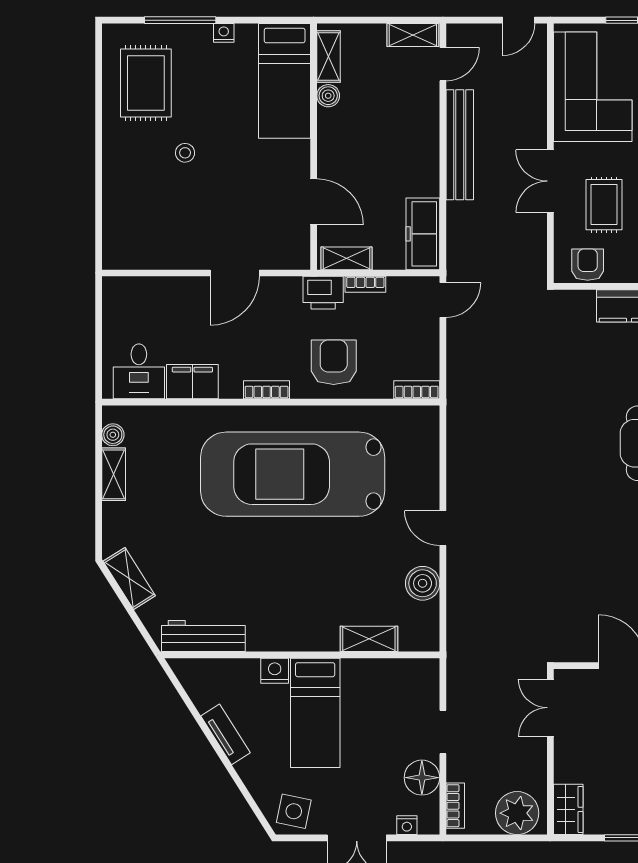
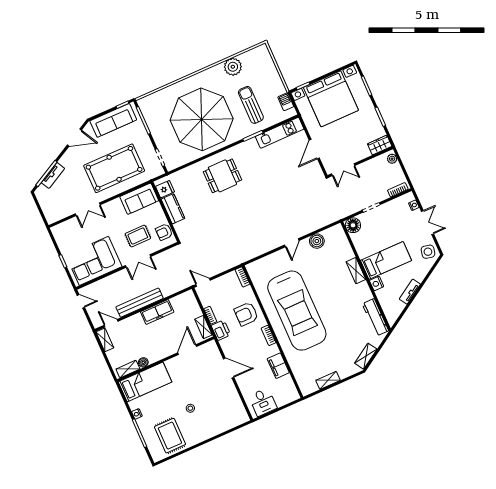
rug: (146, 83) -> (170, 436), turned 90
freezer: (423, 234) -> (157, 312), moved
desk: (139, 371) -> (263, 402), moved, turned 90
boiler: (113, 435) -> (313, 387), removed
shelving: (369, 639) -> (356, 271), moved
floor lamp: (422, 778) -> (353, 225), moved
plant: (517, 813) -> (392, 159), width x0.53, depth x0.53

